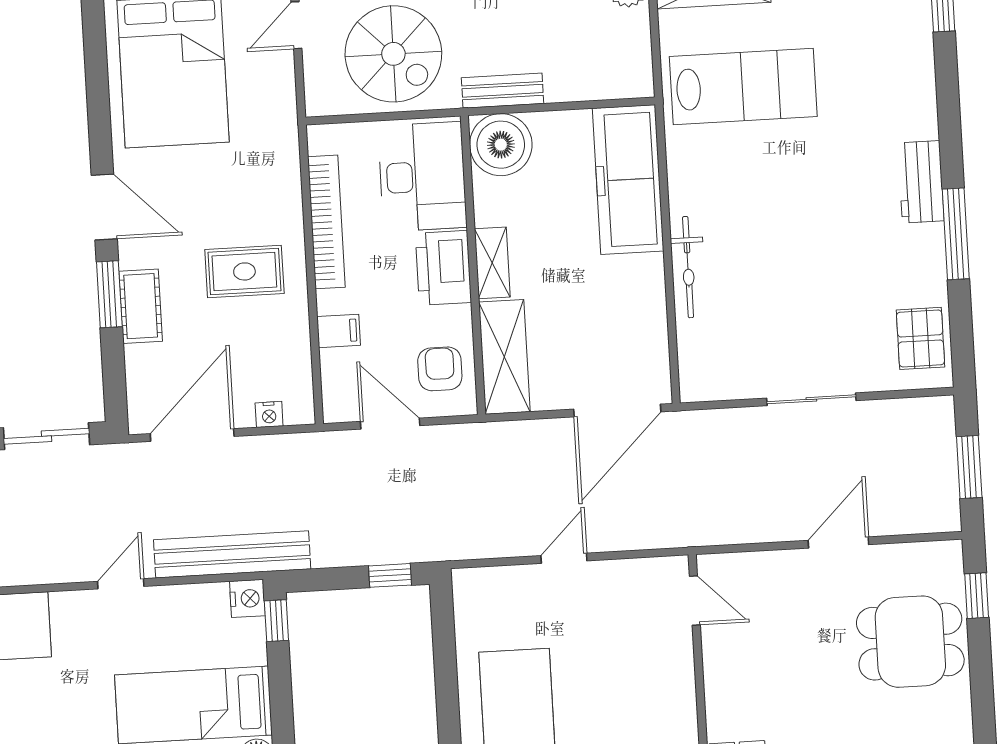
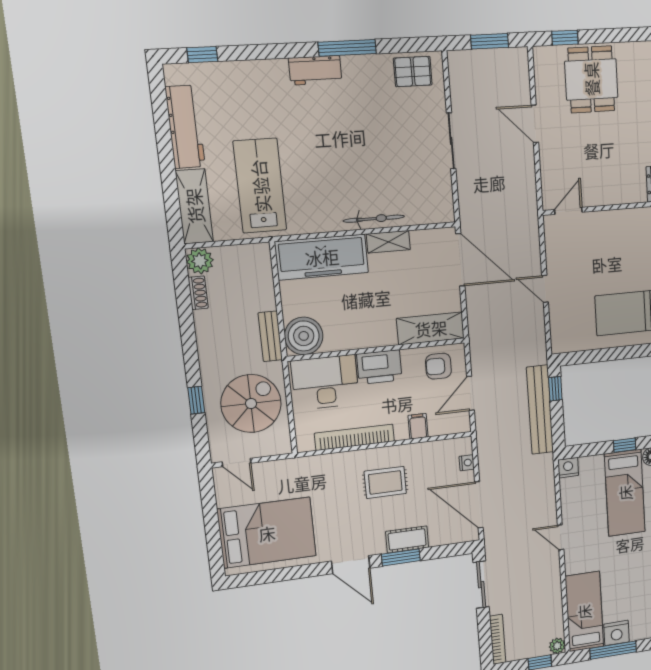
door: (104, 207) -> (351, 565), swing flipped
shelving: (492, 263) -> (388, 242), moved
rug: (244, 271) -> (385, 482), turned 90
bench: (232, 554) -> (540, 410), moved
window: (276, 621) -> (625, 445), moved

